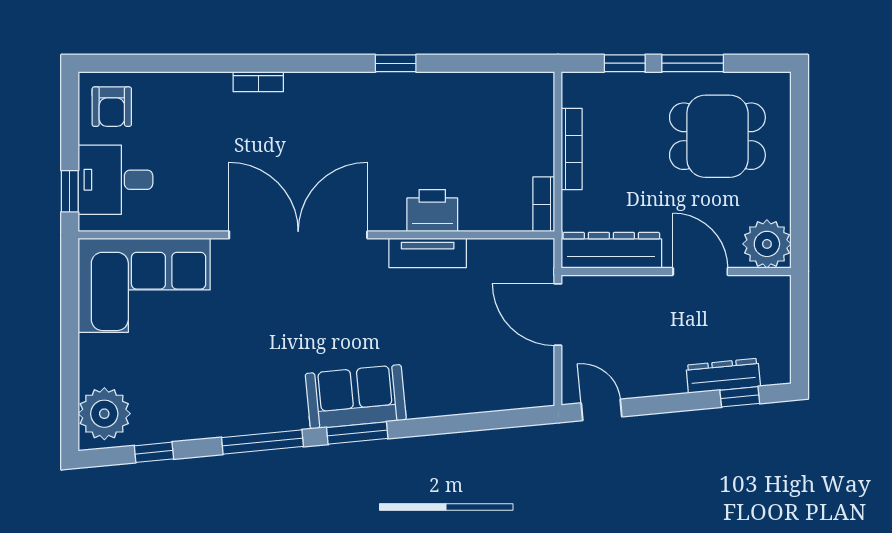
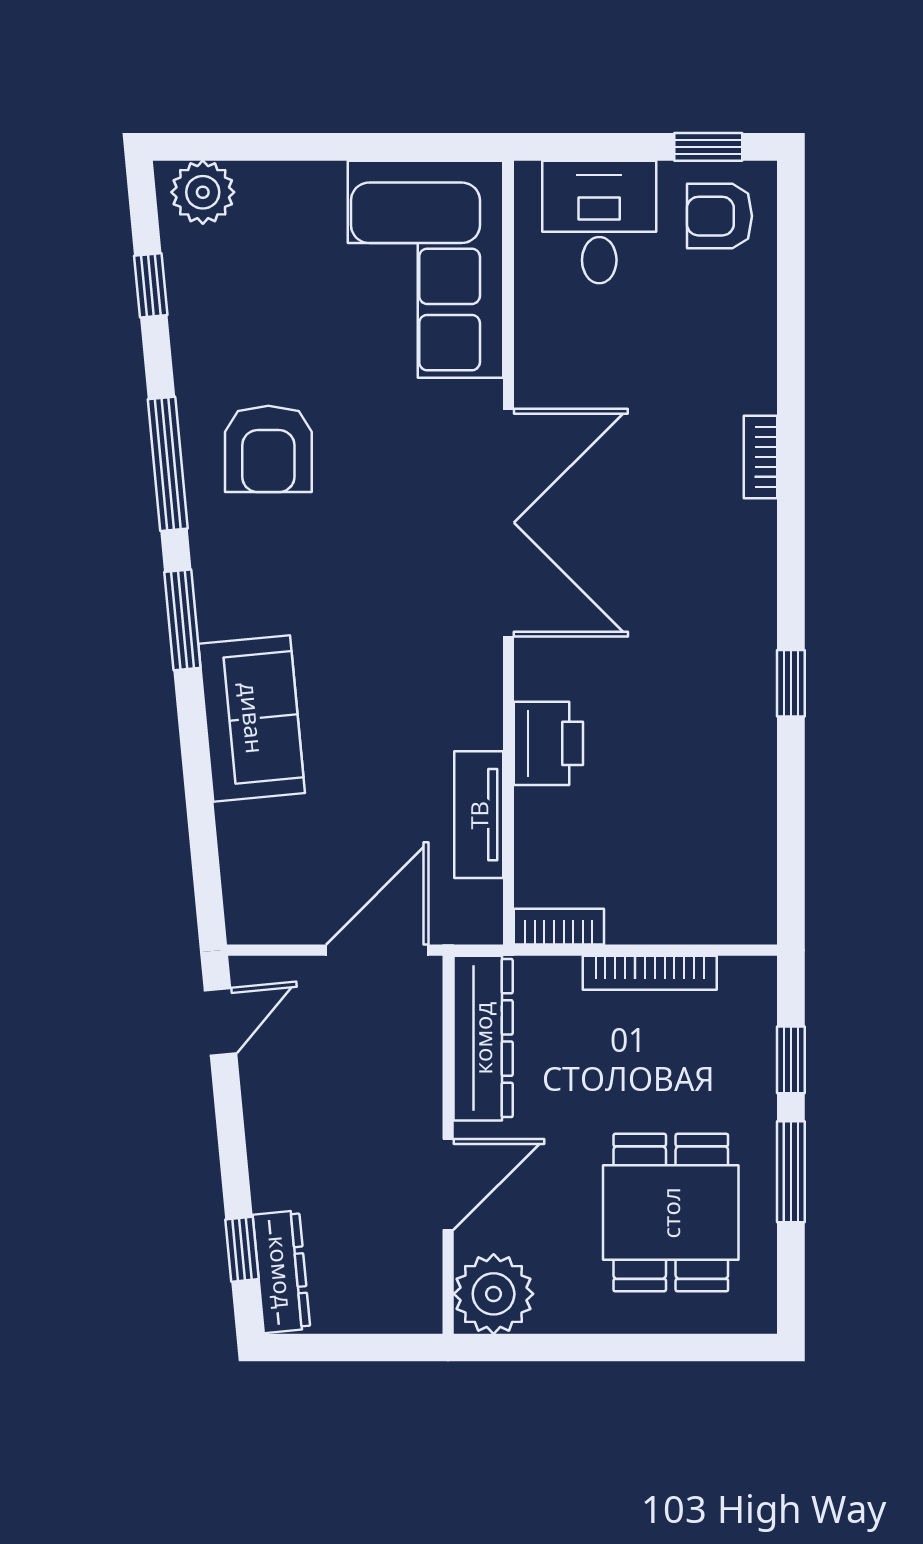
window: (70, 191) -> (708, 147), moved
tv unit: (428, 253) -> (479, 815), moved
dresser: (723, 376) -> (281, 1272), moved
armchair: (253, 381) -> (268, 449), added
sofa: (356, 397) -> (252, 718), moved
plant: (104, 414) -> (203, 192), width x0.73, depth x0.73

